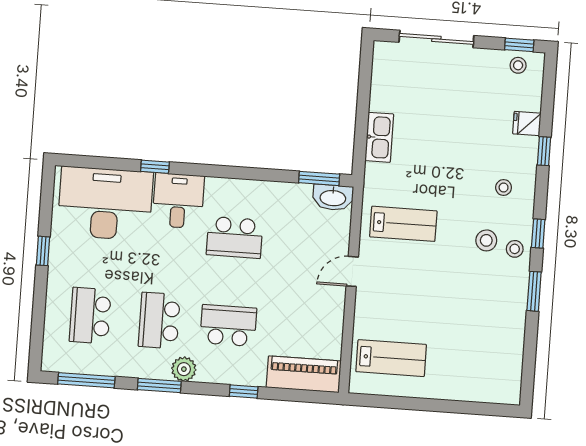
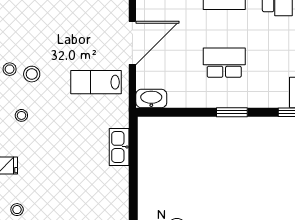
window: (319, 178) -> (232, 112), moved
desk: (178, 201) -> (269, 87), removed
door: (352, 271) -> (132, 43), width x1.87

